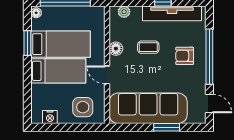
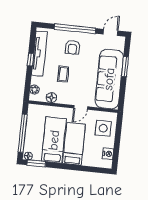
window: (27, 43) -> (36, 163), moved
floor lamp: (116, 49) -> (51, 98), moved

